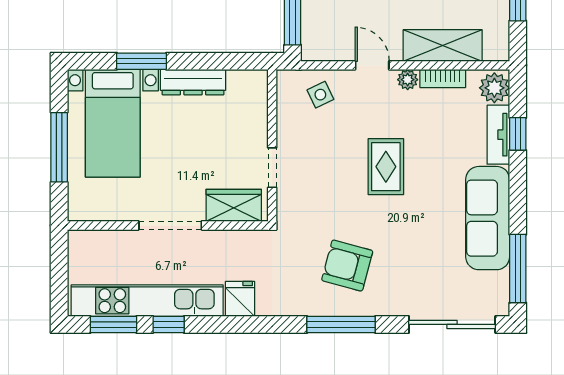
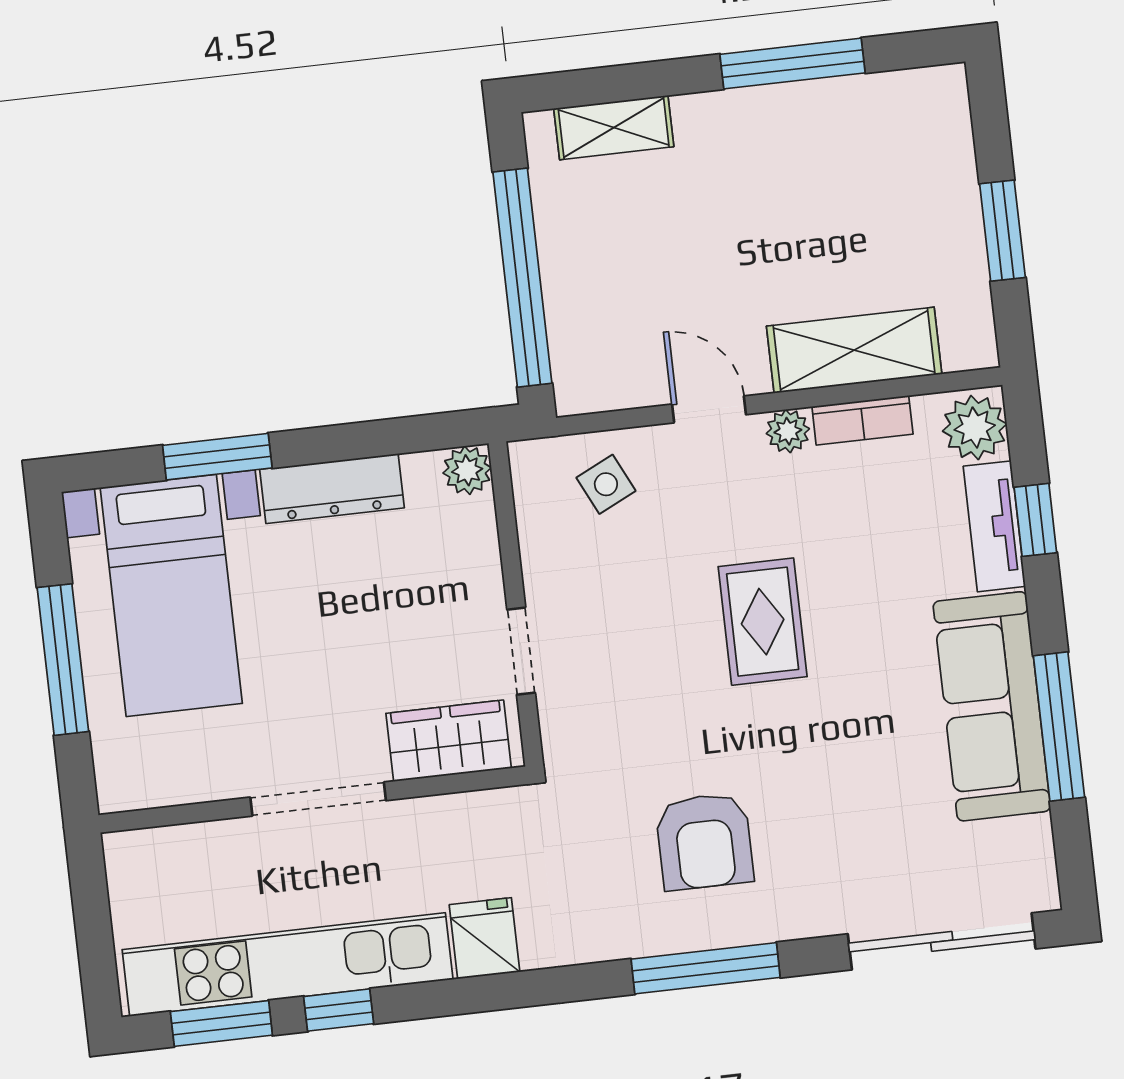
plant: (257, 81) -> (467, 470), added
armchair: (347, 266) -> (704, 841), turned -105
window: (518, 269) -> (1059, 727), moved

